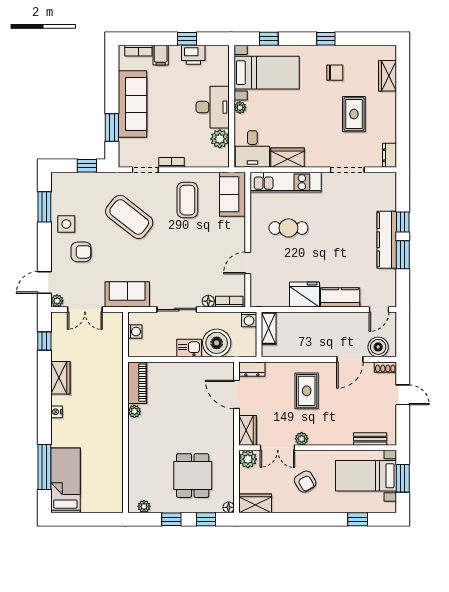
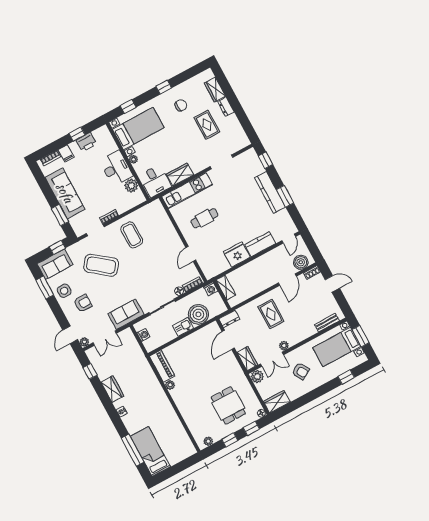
dresser: (390, 155) -> (226, 107), moved
sofa: (233, 194) -> (55, 264), moved, turned -90
window: (403, 222) -> (265, 160), moved
door: (236, 394) -> (228, 340), hinge flipped

